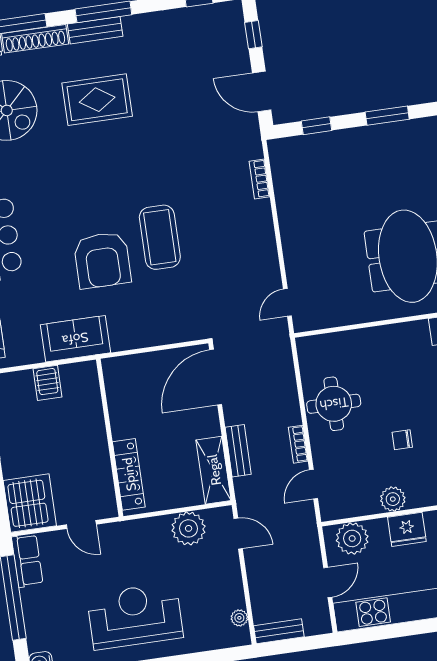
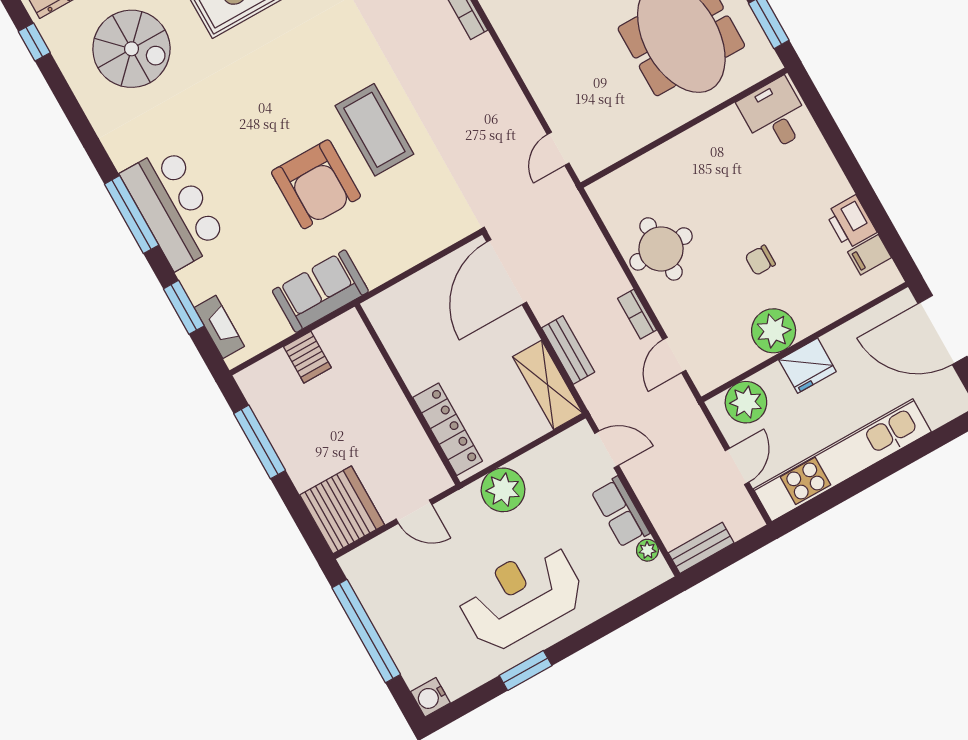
plant: (393, 499) -> (774, 331), width x1.36, depth x1.36
plant: (189, 528) -> (503, 490), moved
row of seats: (27, 561) -> (620, 512), moved, turned 180

